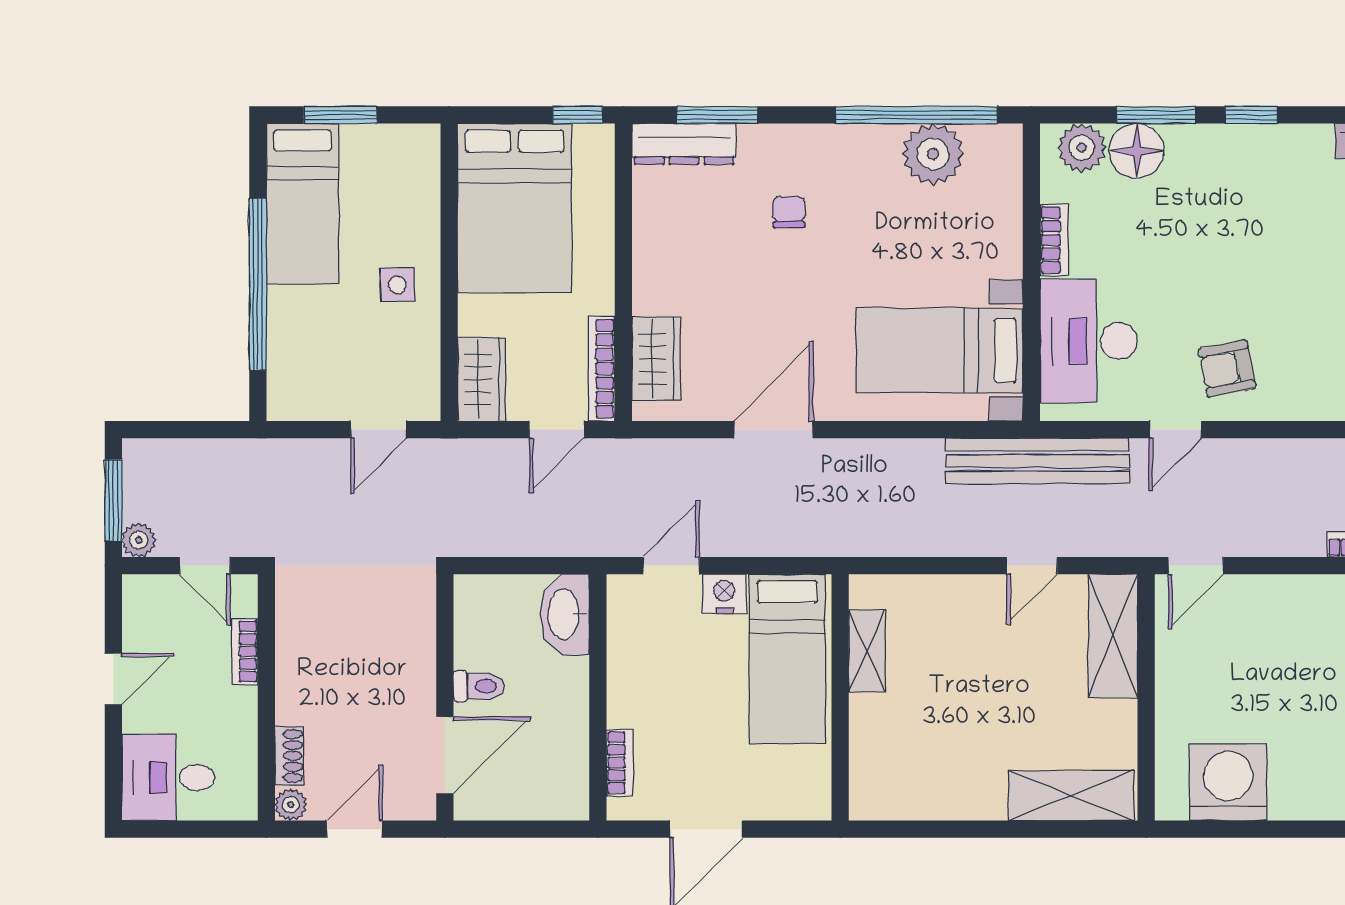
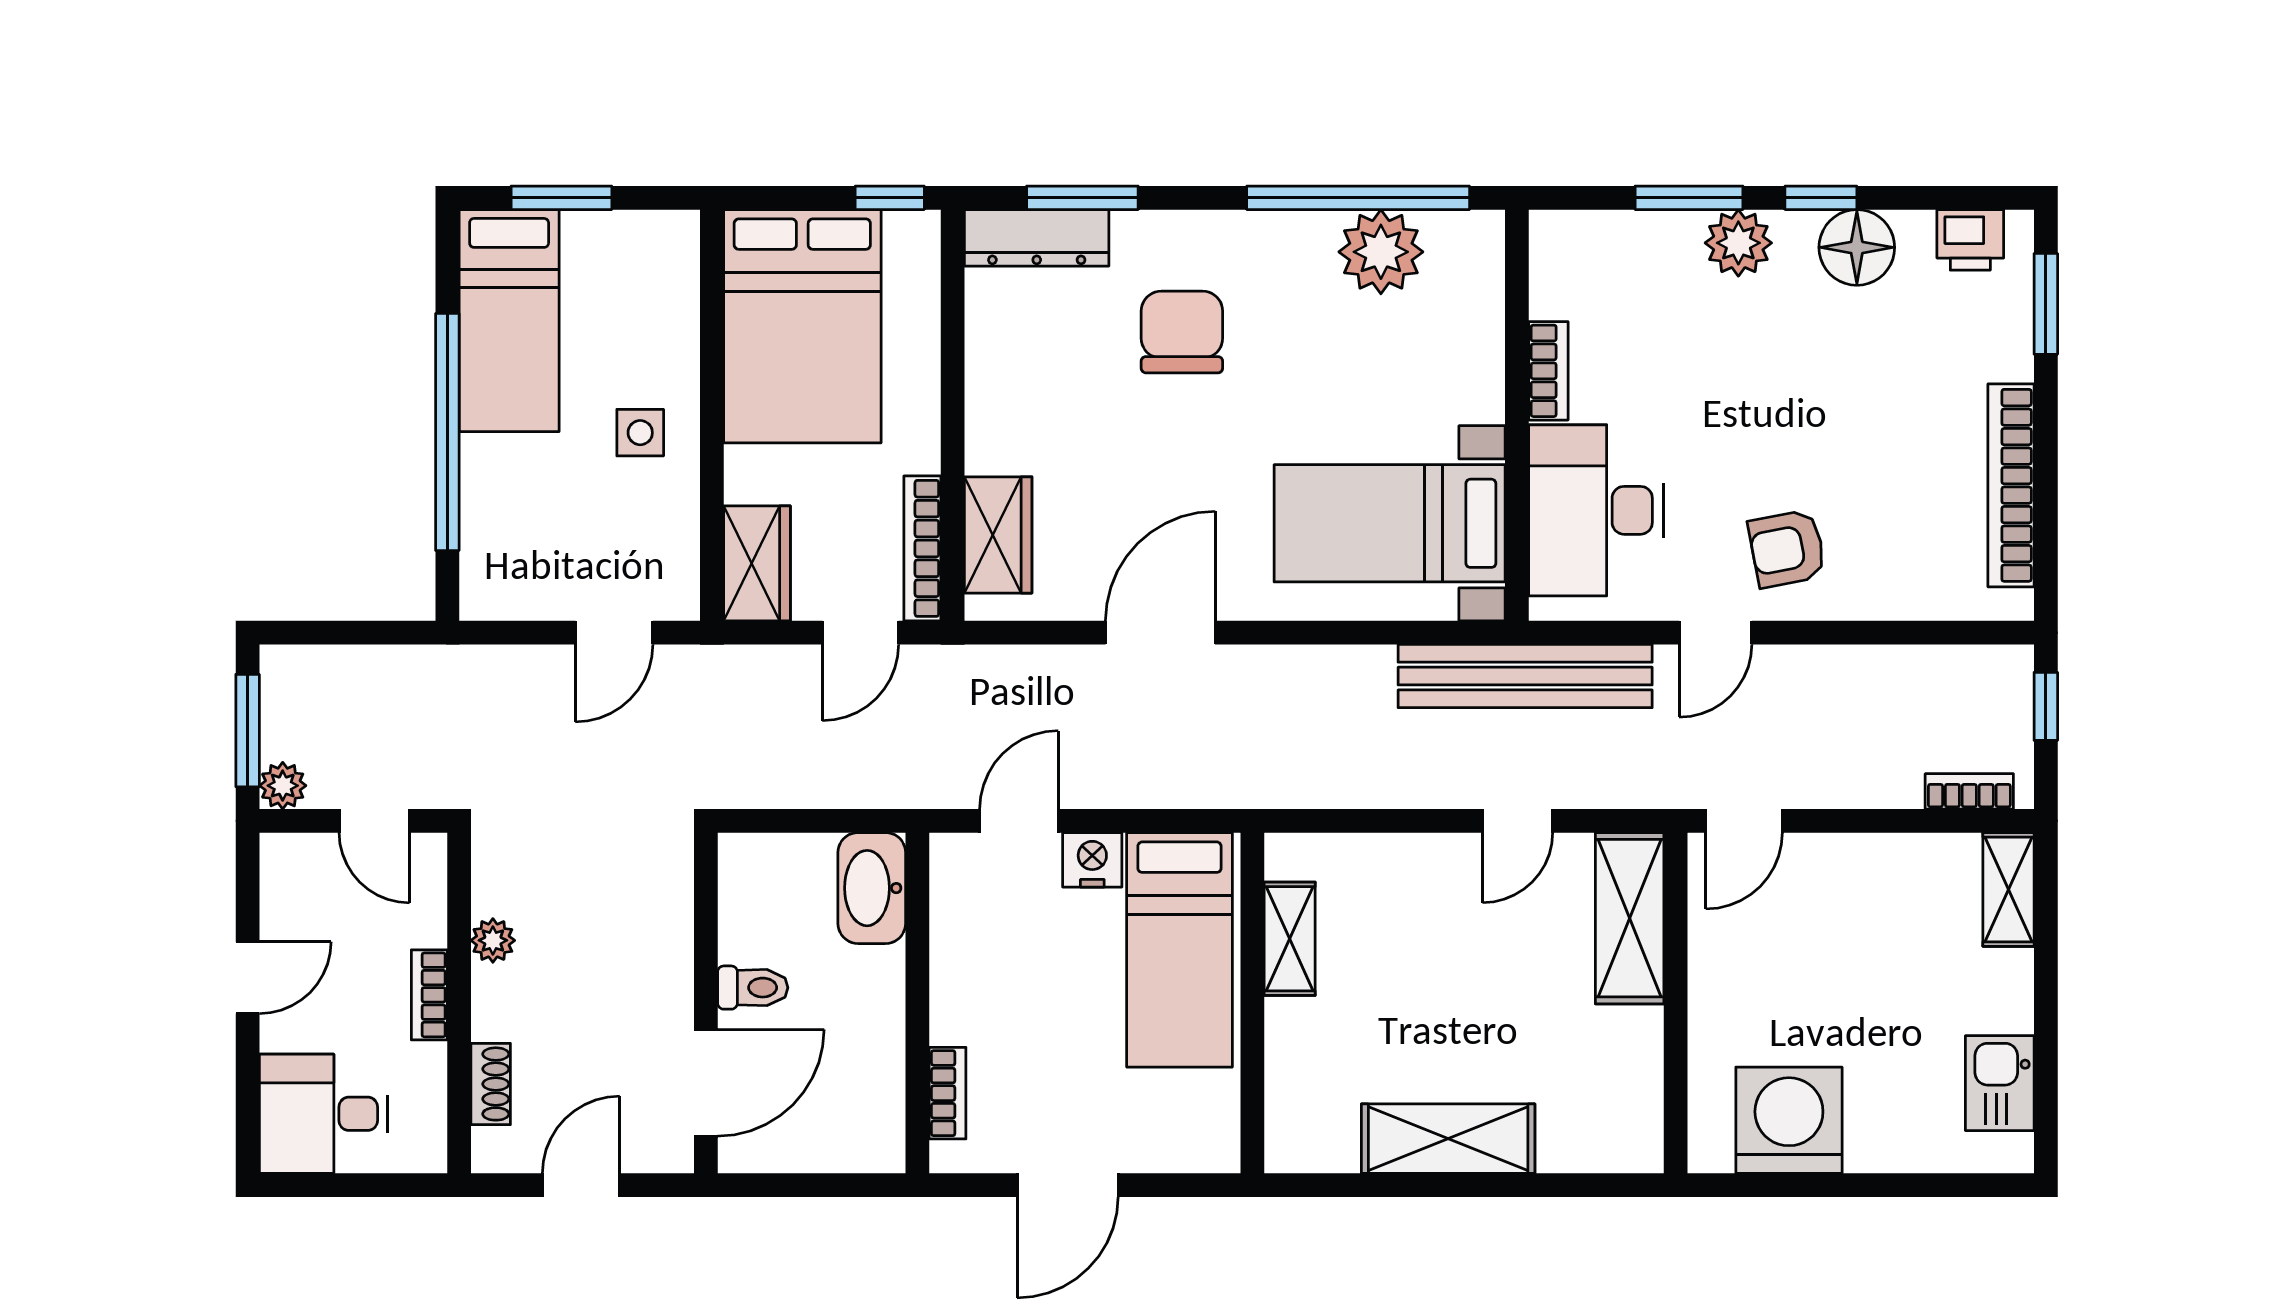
plant: (1082, 148) -> (1738, 243), moved
floor lamp: (1137, 151) -> (1857, 247), moved
chair: (789, 212) -> (1182, 332), width x1.87, depth x1.87
bookcase: (245, 651) -> (429, 995), moved
shelving: (1071, 795) -> (1448, 1139), moved
plant: (291, 805) -> (493, 940), moved

